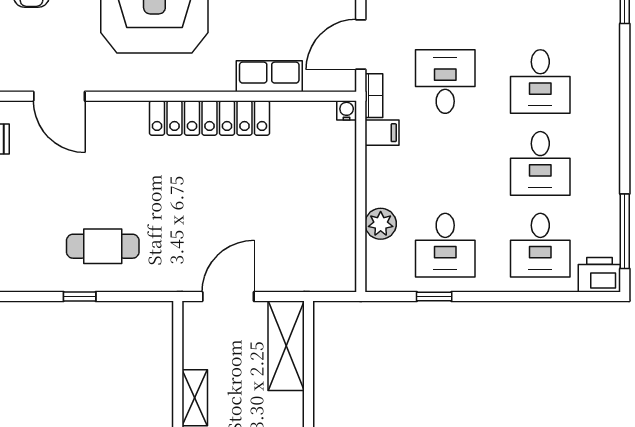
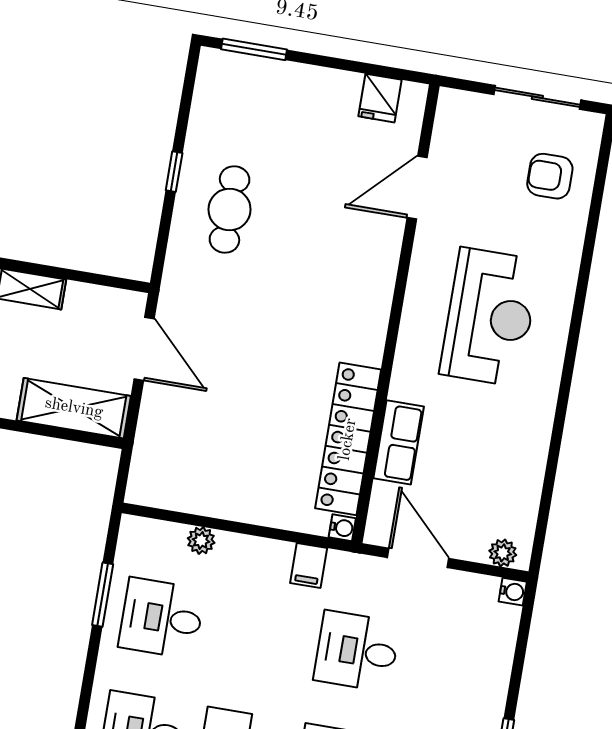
desk: (445, 82) -> (357, 651), turned 180
bookcase: (374, 96) -> (354, 563), removed
locker: (209, 118) -> (348, 439), moved
plant: (381, 224) -> (201, 540), width x0.73, depth x0.73
window: (434, 297) -> (103, 595), width x1.50

